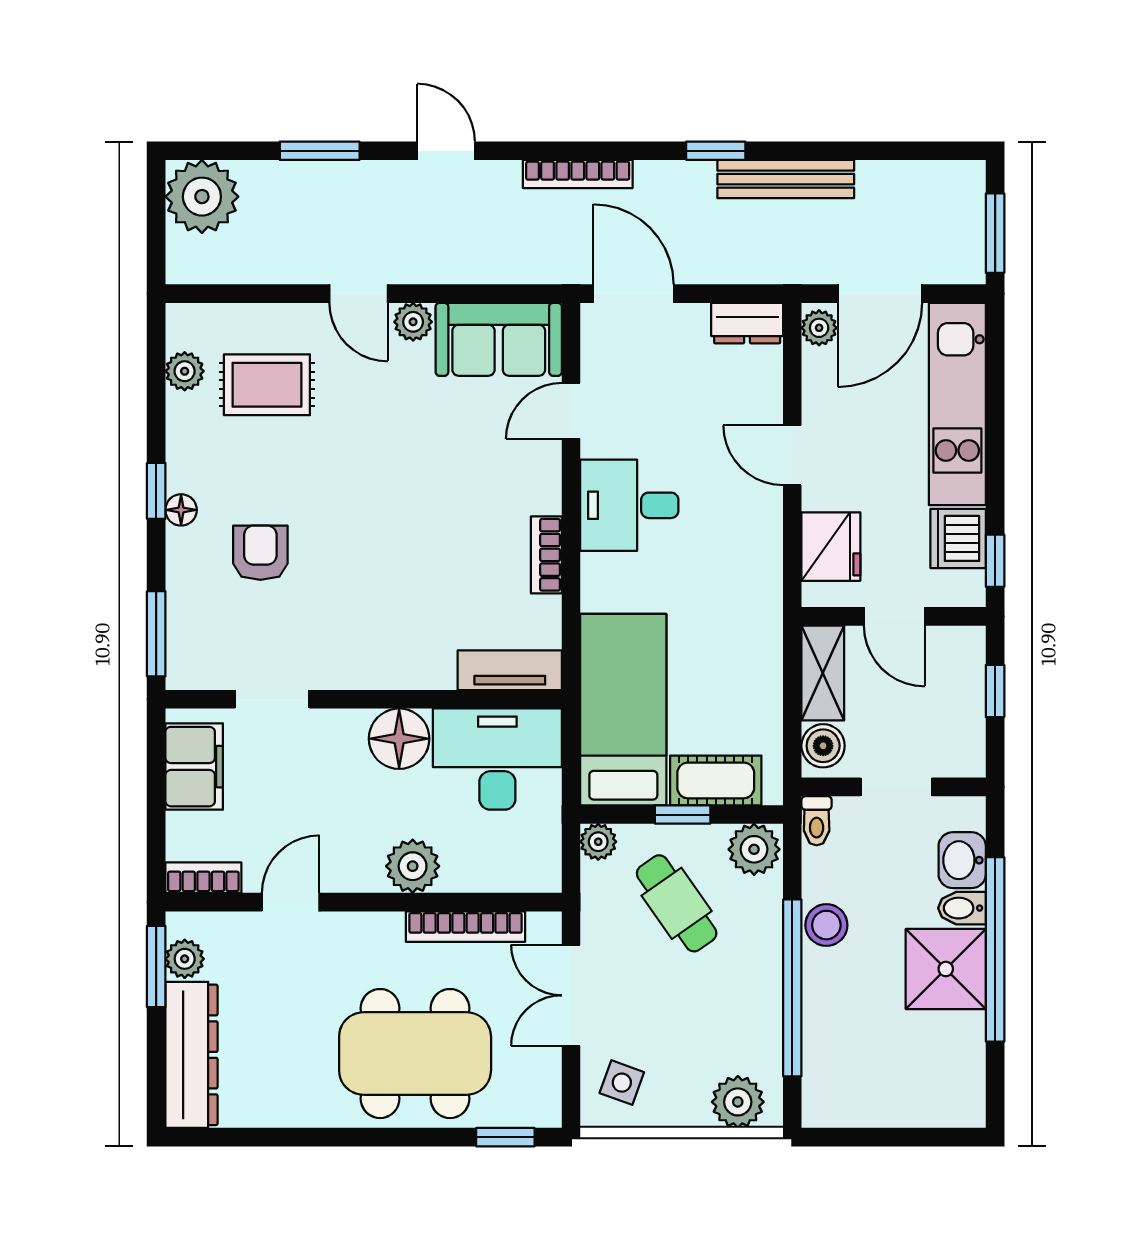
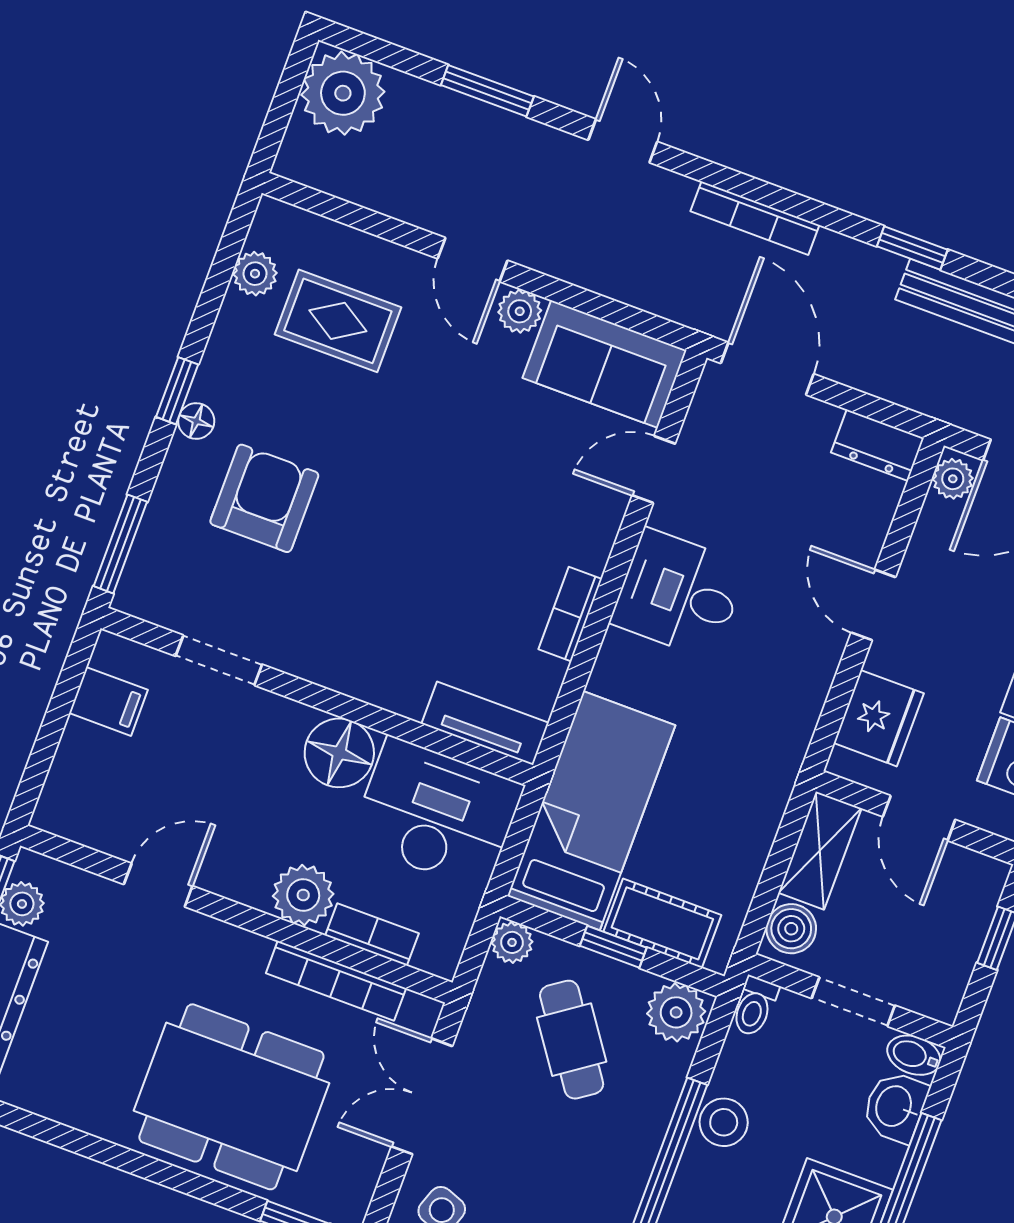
armchair: (260, 553) -> (264, 498), width x1.38, depth x1.38
filing cabinet: (194, 767) -> (108, 701), width x0.50
bookcase: (203, 878) -> (372, 934), moved
bidet: (962, 908) -> (914, 1055), moved

